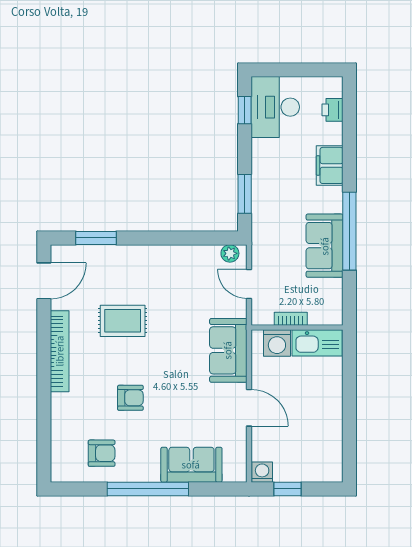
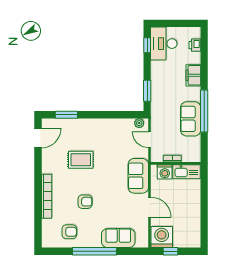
bookcase: (60, 351) -> (47, 196), moved
washing machine: (262, 472) -> (162, 237), width x1.89, depth x1.89

